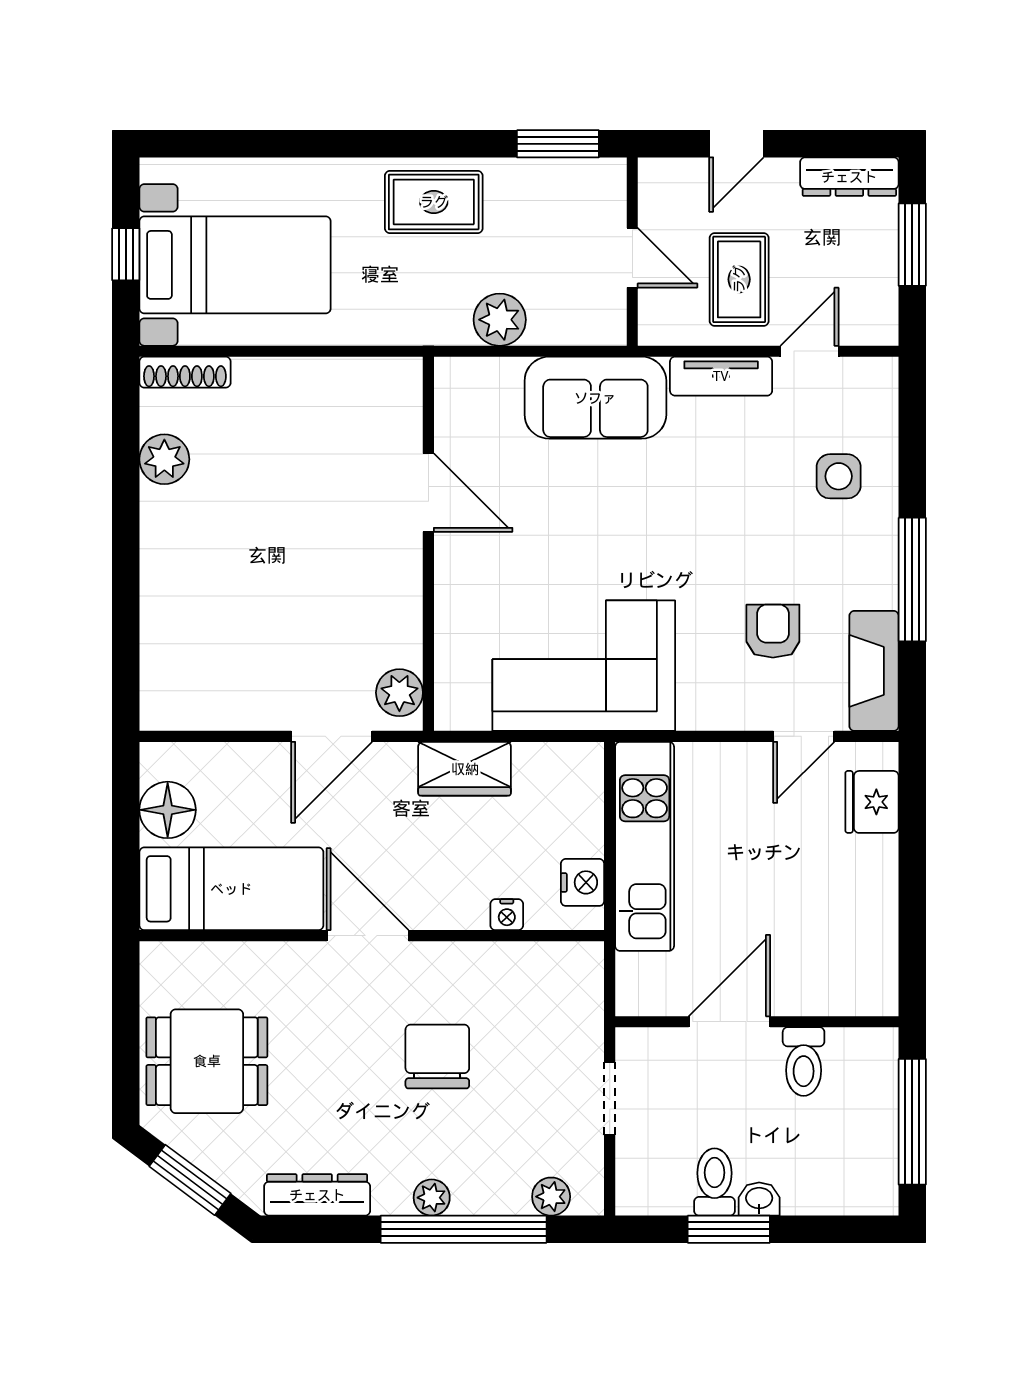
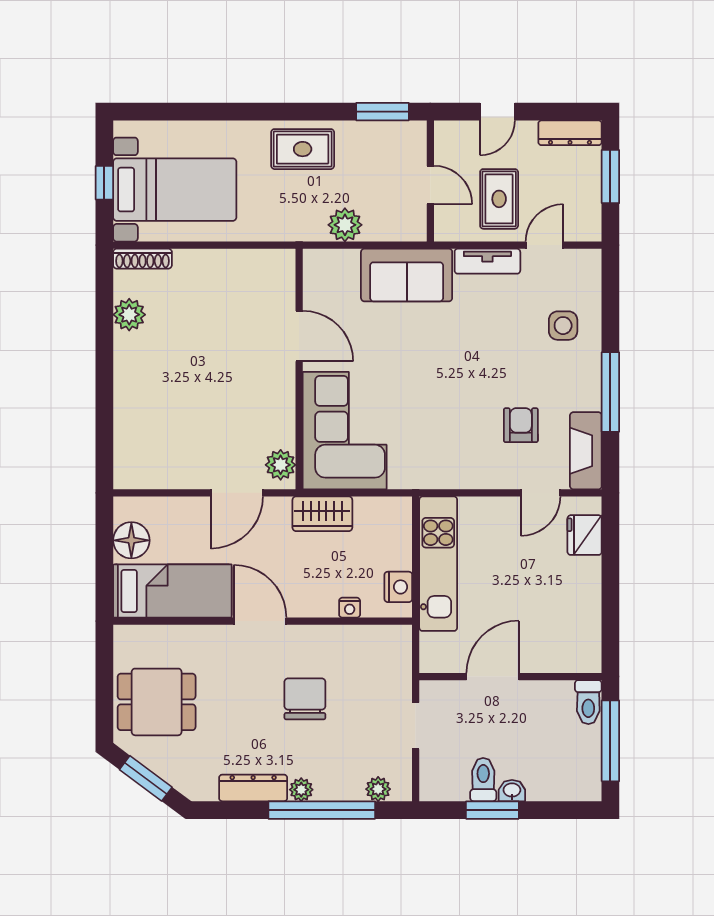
corner sofa: (584, 666) -> (345, 431), moved, turned 90
toilet: (804, 1062) -> (588, 702), moved
dresser: (317, 1195) -> (253, 788), moved

